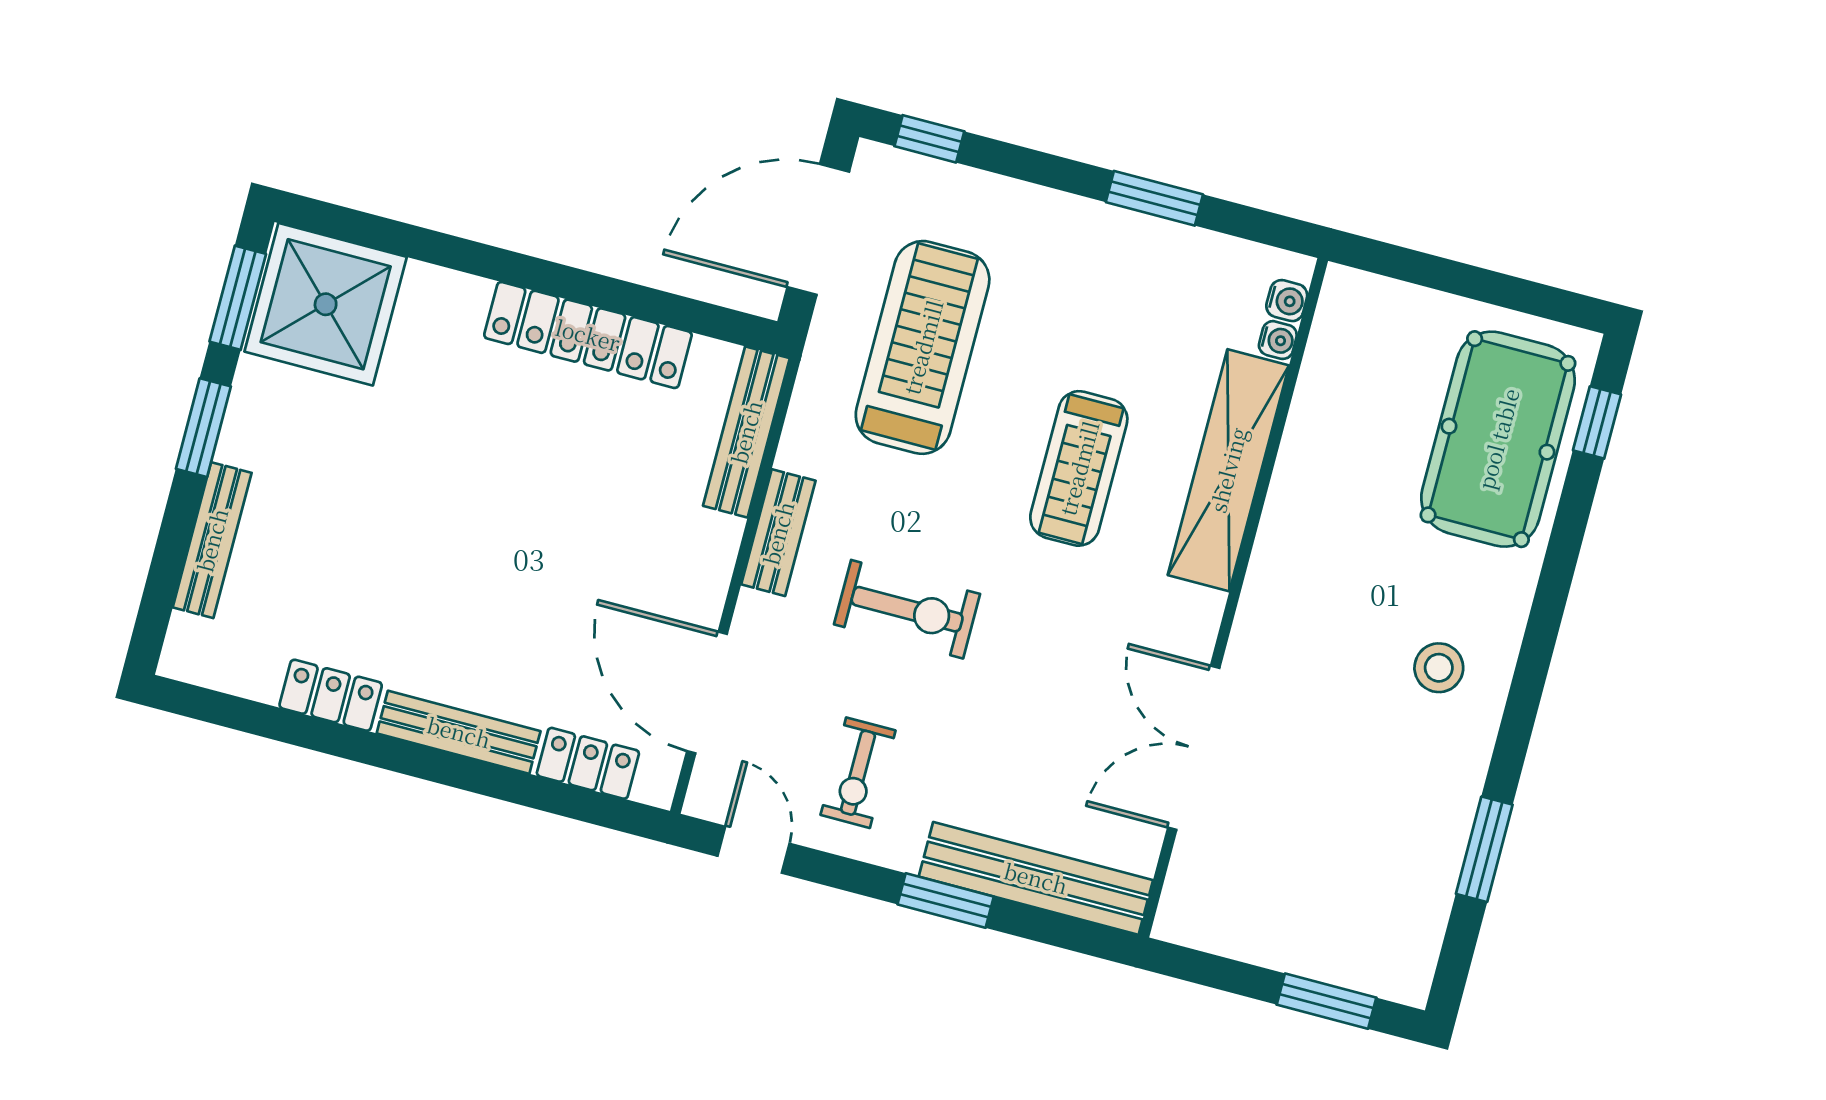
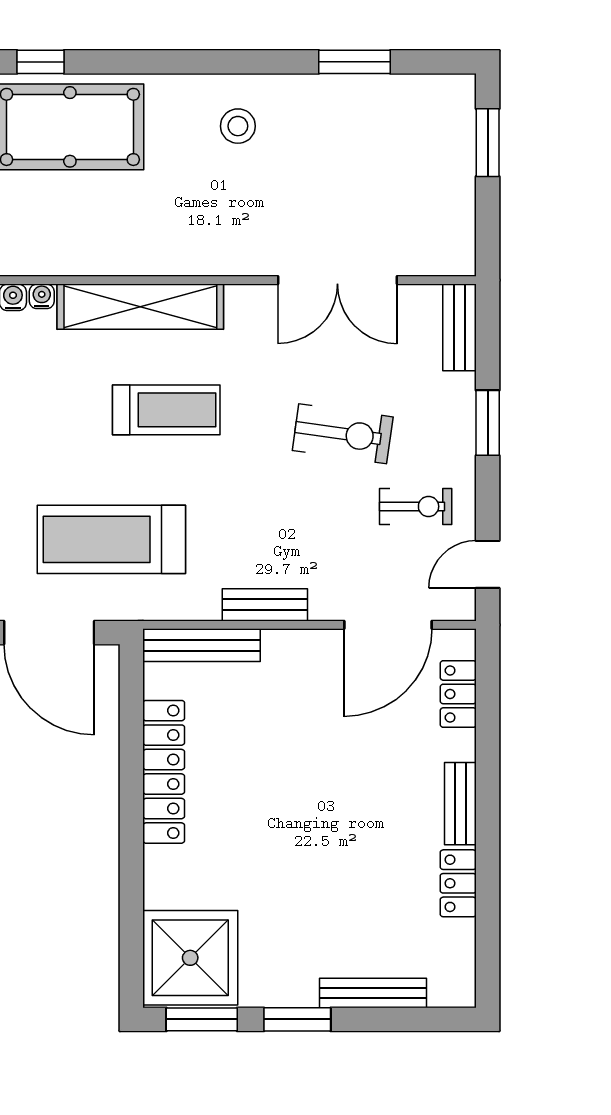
exercise bike: (907, 609) -> (343, 434), moved, turned 98
bench: (459, 732) -> (460, 804), width x0.73
bench: (1036, 878) -> (460, 327), width x0.54, depth x0.82

